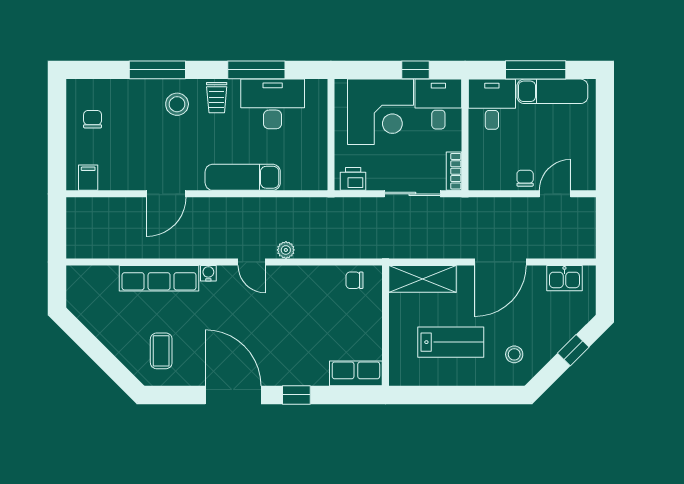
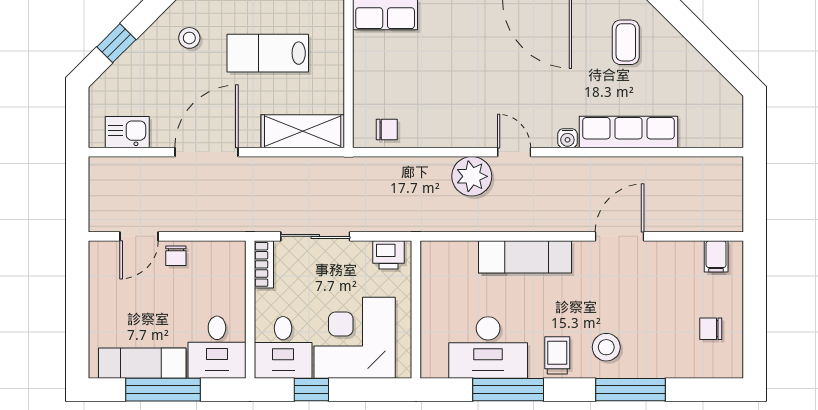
chair: (93, 119) -> (711, 329), turned 90
plant: (286, 250) -> (472, 176), width x1.87, depth x1.87

